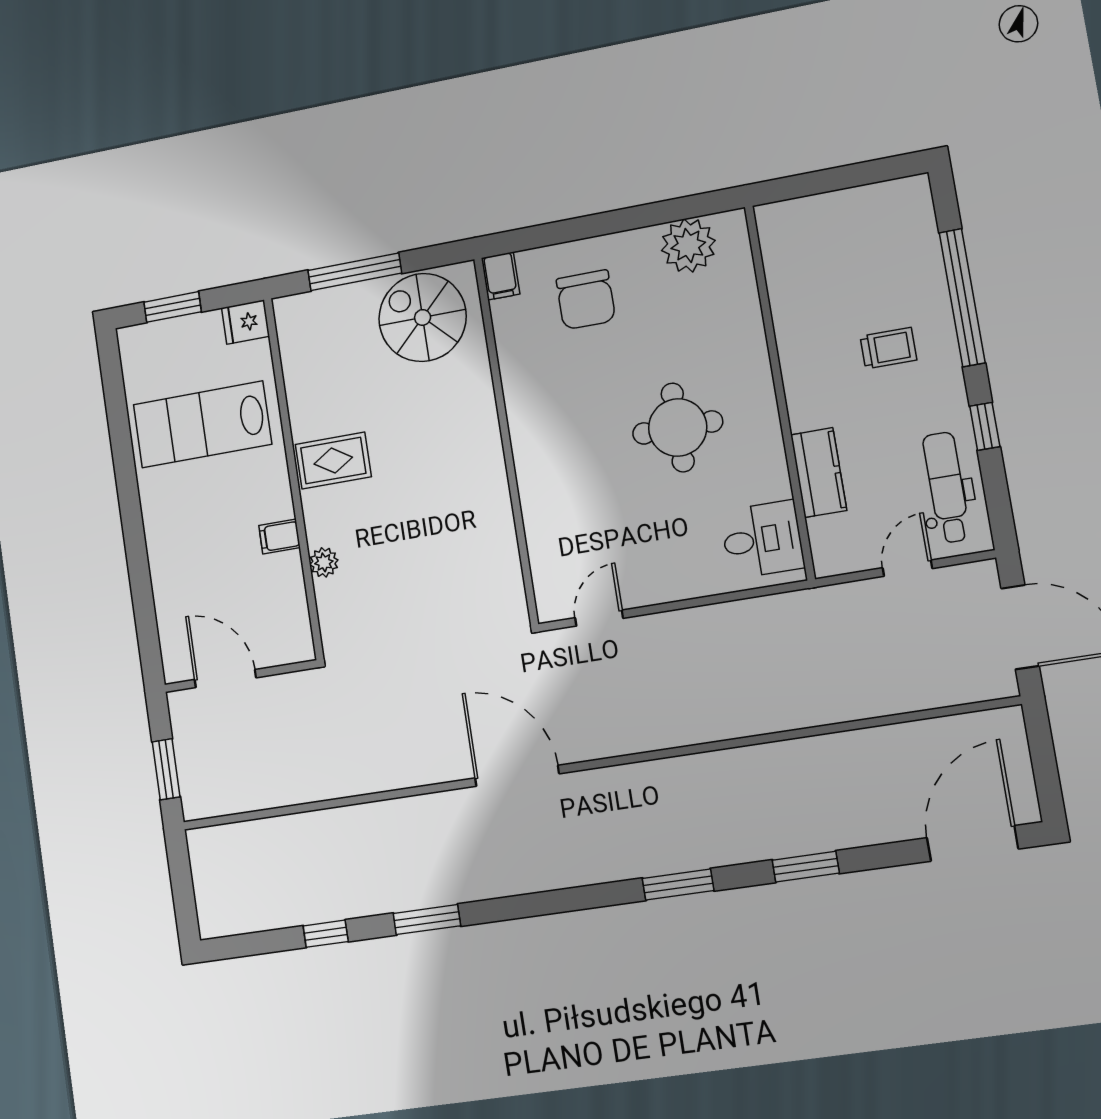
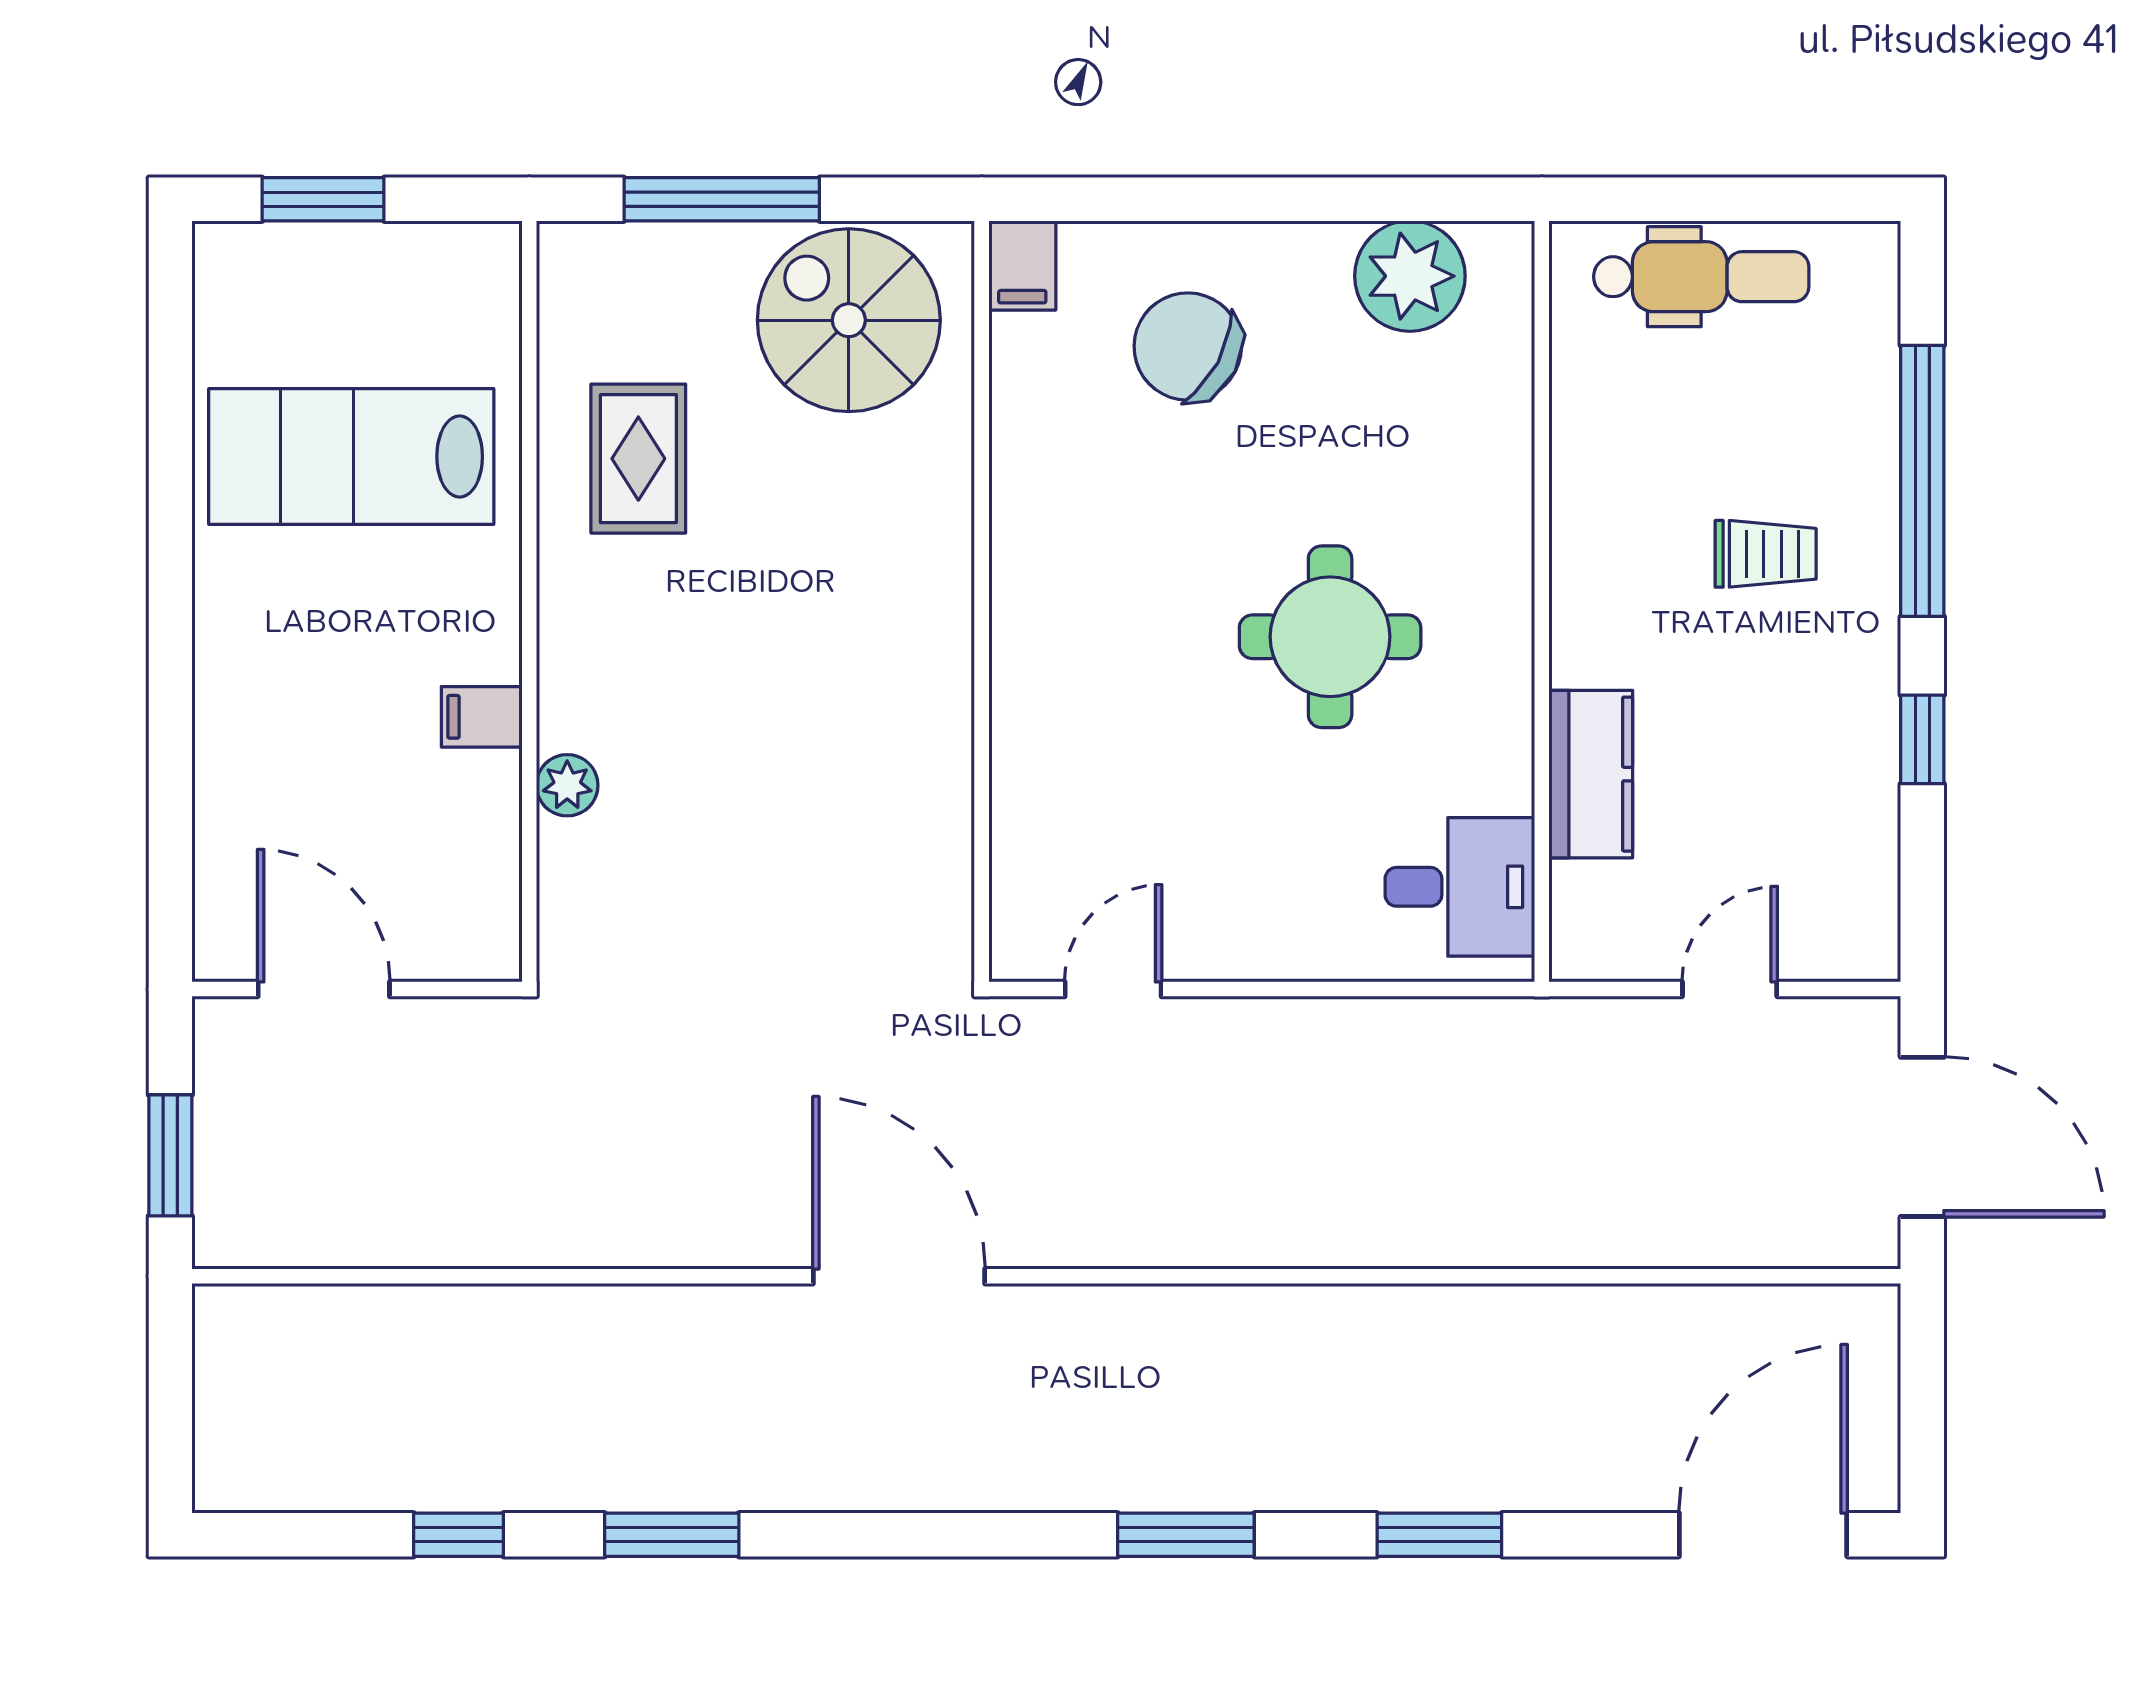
chair: (586, 300) -> (1188, 347), turned 118
fridge: (246, 322) -> (475, 260), removed
rug: (333, 461) -> (638, 459), moved, turned 90
dental chair: (947, 487) -> (1701, 277), moved, turned 90

